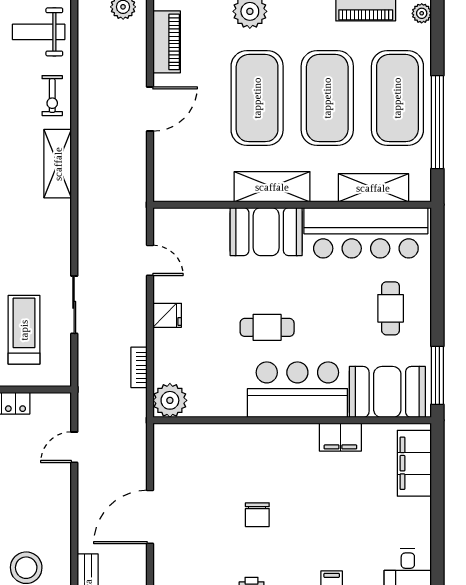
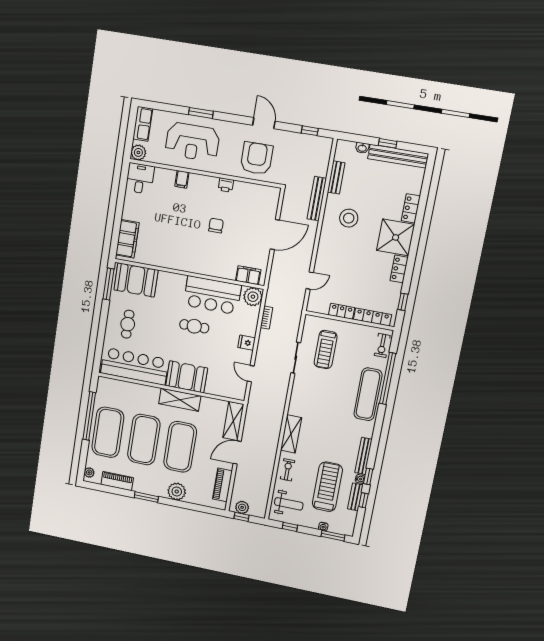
shelving: (373, 188) -> (233, 421), moved, turned 90
bar counter: (297, 390) -> (212, 295), moved
filing cabinet: (340, 437) -> (248, 275), moved

